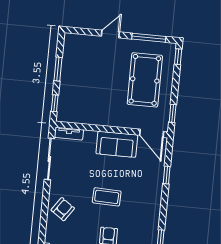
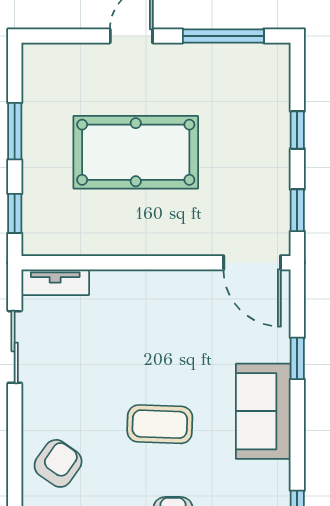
window: (178, 57) -> (297, 130), moved
pool table: (145, 80) -> (136, 152), moved, turned 90
sofa: (117, 144) -> (263, 411), moved, turned 90
sliding door: (49, 159) -> (15, 347), width x0.73

